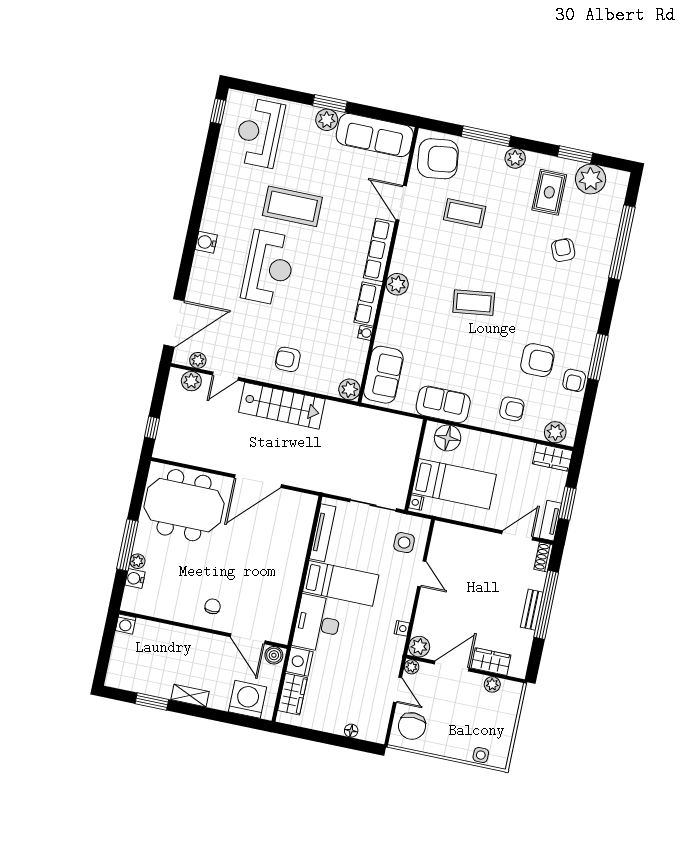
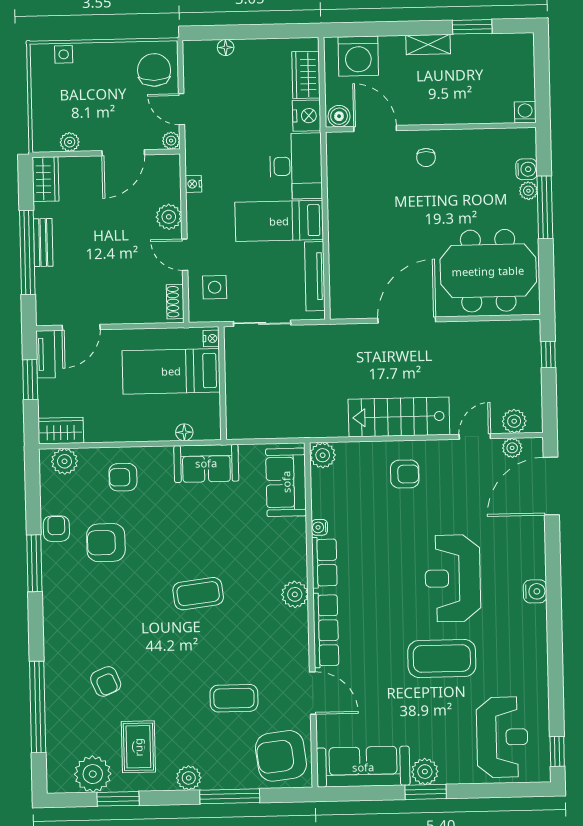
floor lamp: (448, 438) -> (184, 432), width x0.53, depth x0.53
shoe rack: (543, 557) -> (175, 302), moved, turned 180
plant: (419, 647) -> (169, 217), moved
wardrobe: (491, 662) -> (45, 179), moved, turned -90

